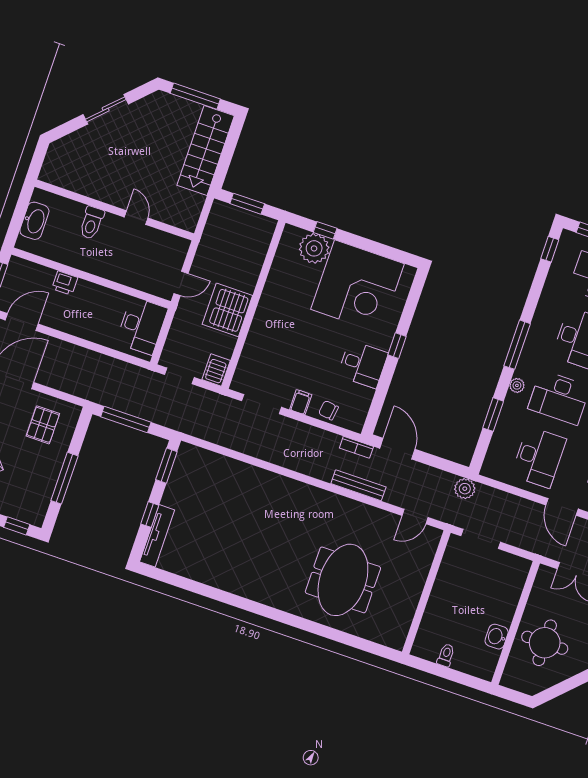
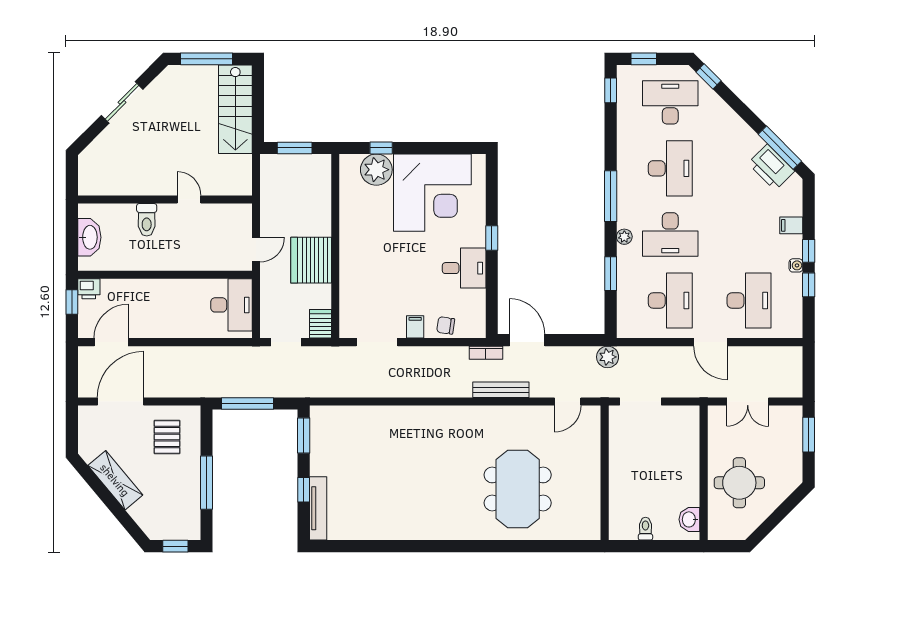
printer: (65, 283) -> (89, 289), moved
washbasin: (497, 637) -> (689, 519), moved

